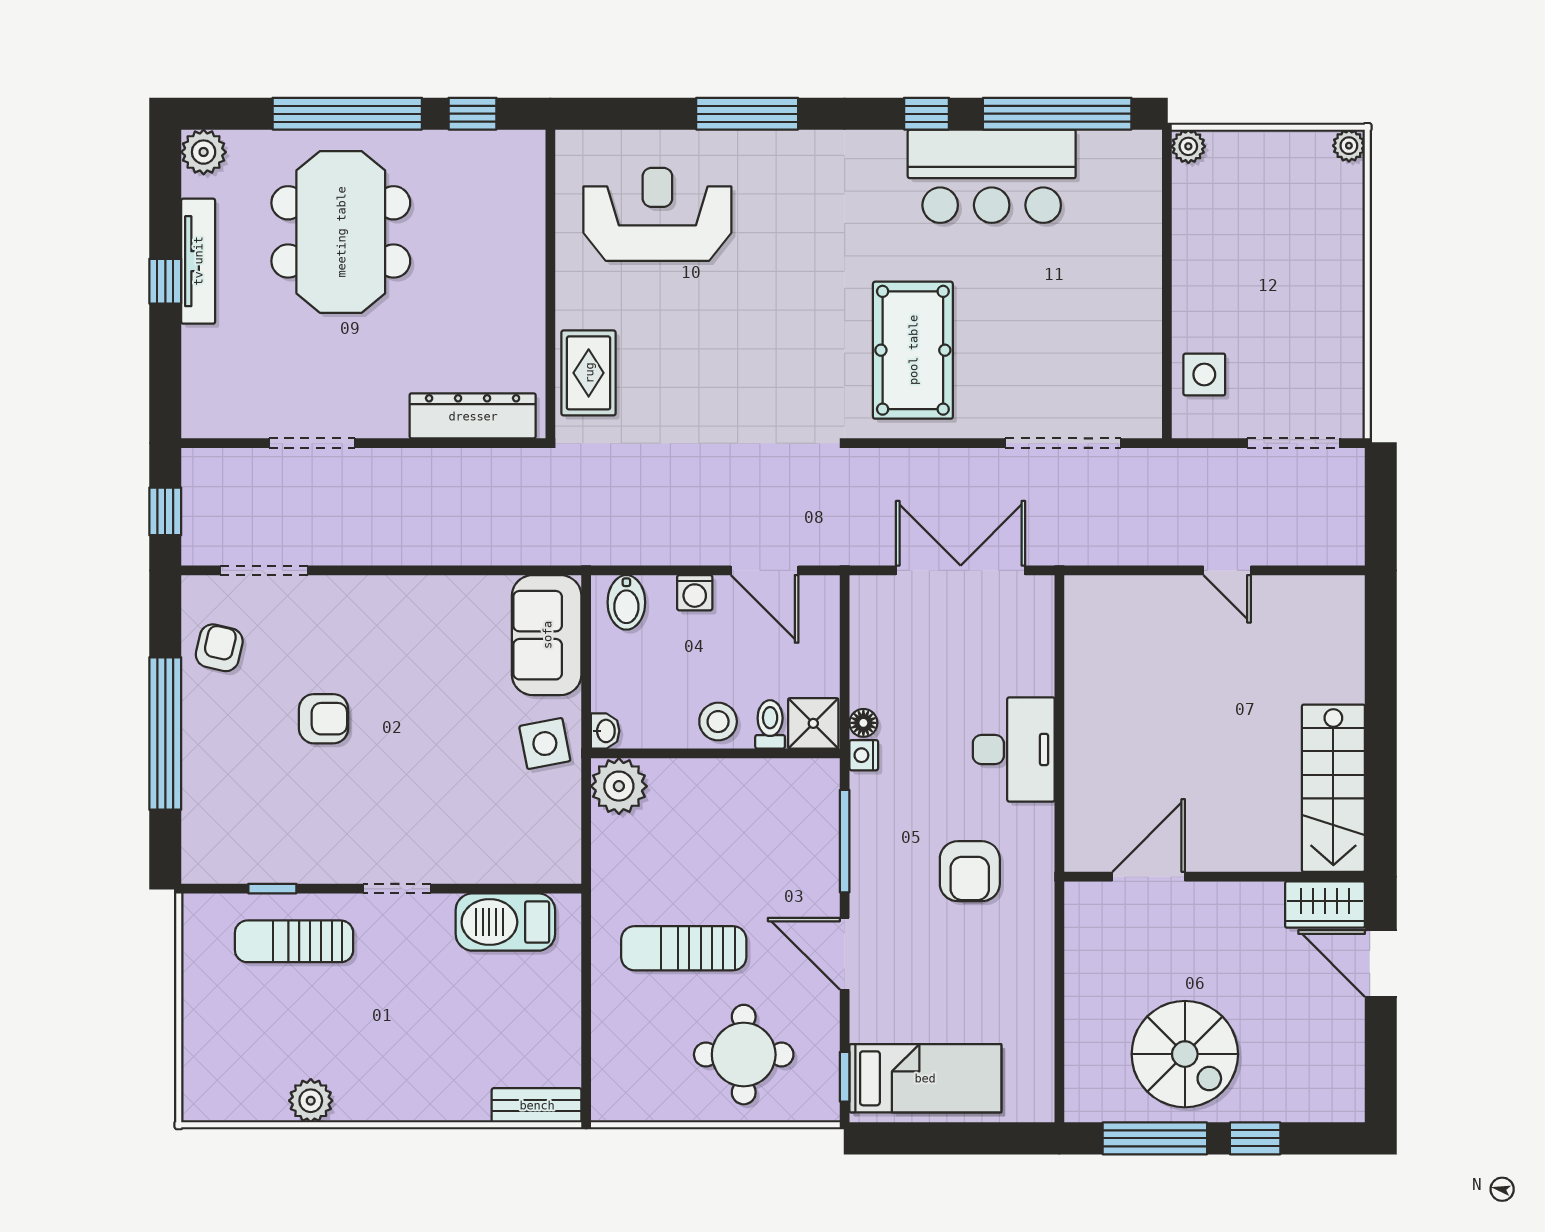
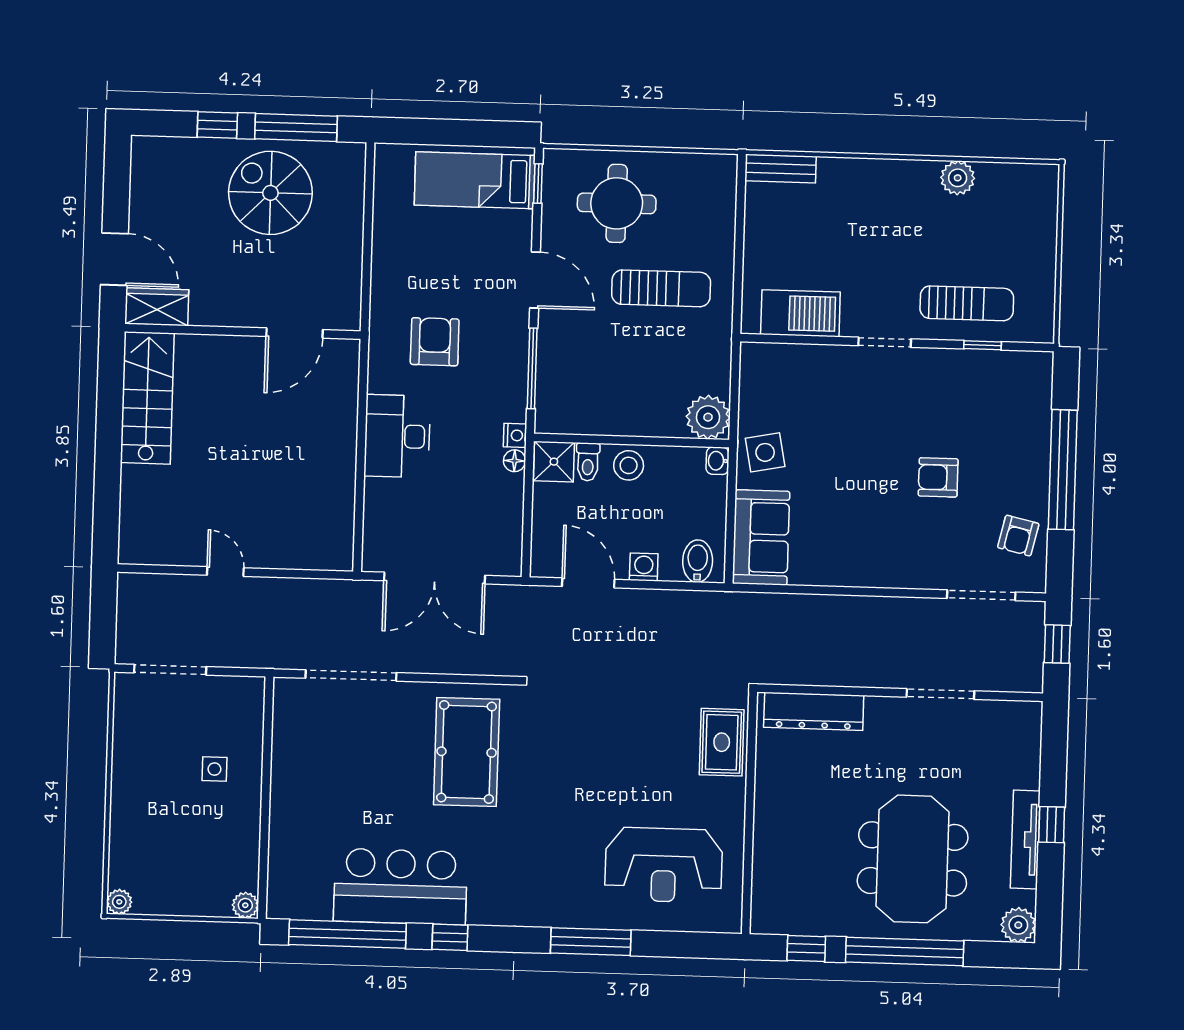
side table: (1204, 374) -> (214, 769), moved, width x0.73, depth x0.73

